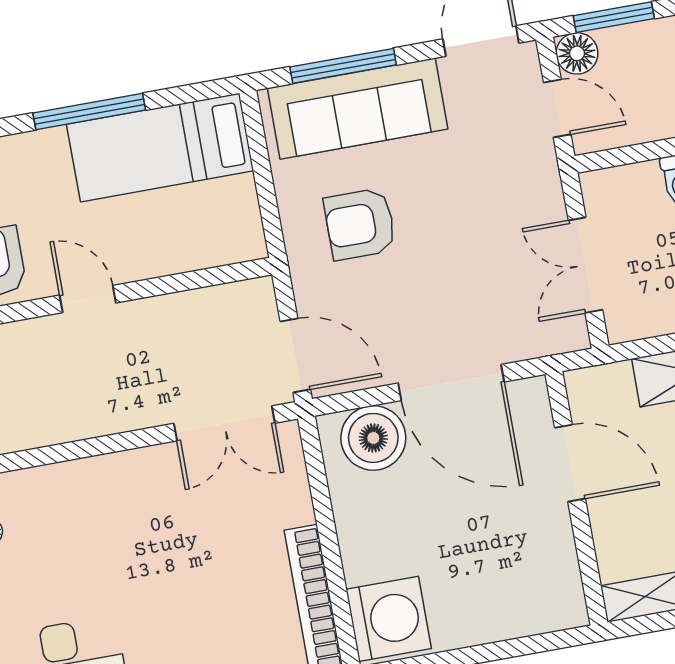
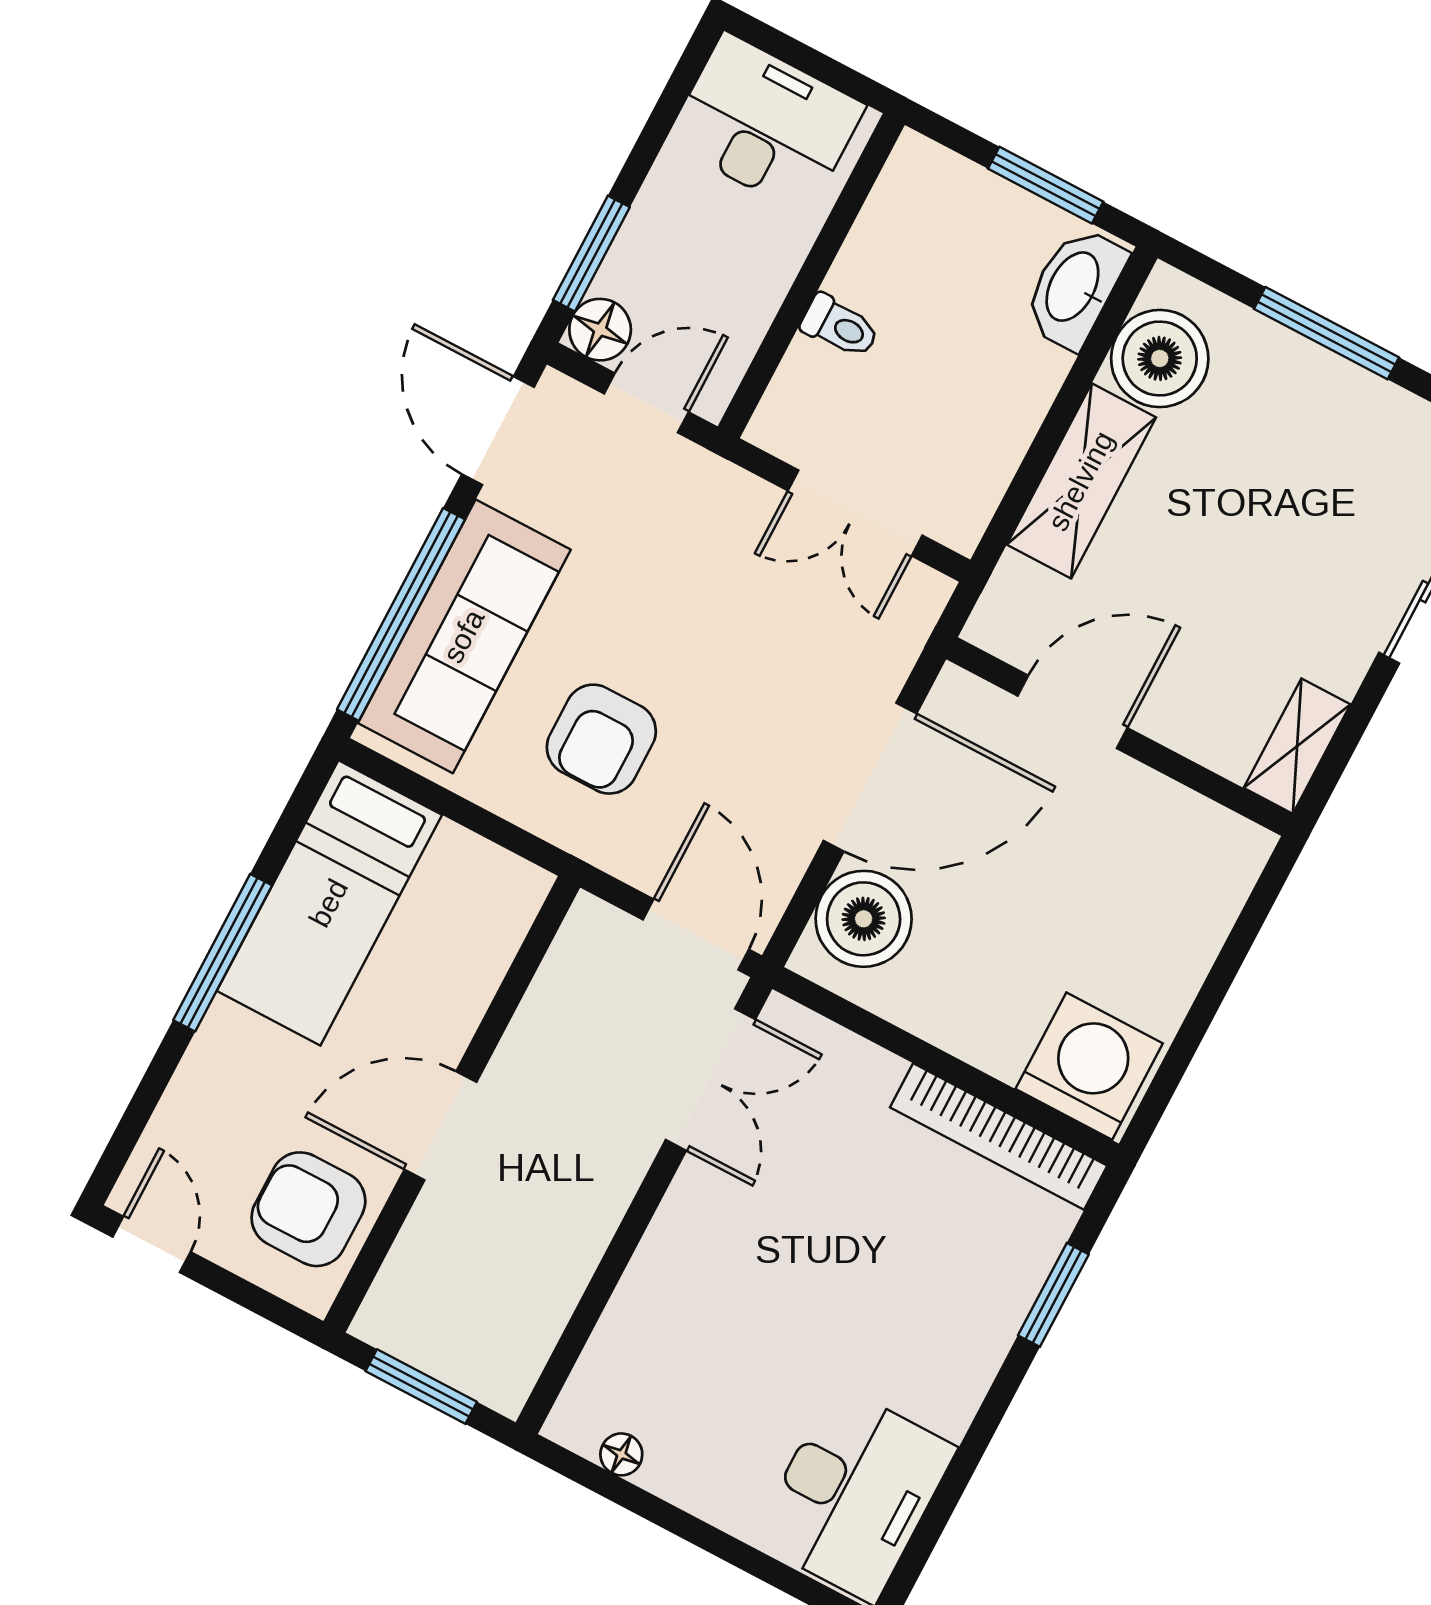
window: (343, 66) -> (401, 614), width x1.46
door: (88, 299) -> (440, 1126), width x1.38
door: (295, 355) -> (696, 935), hinge flipped

